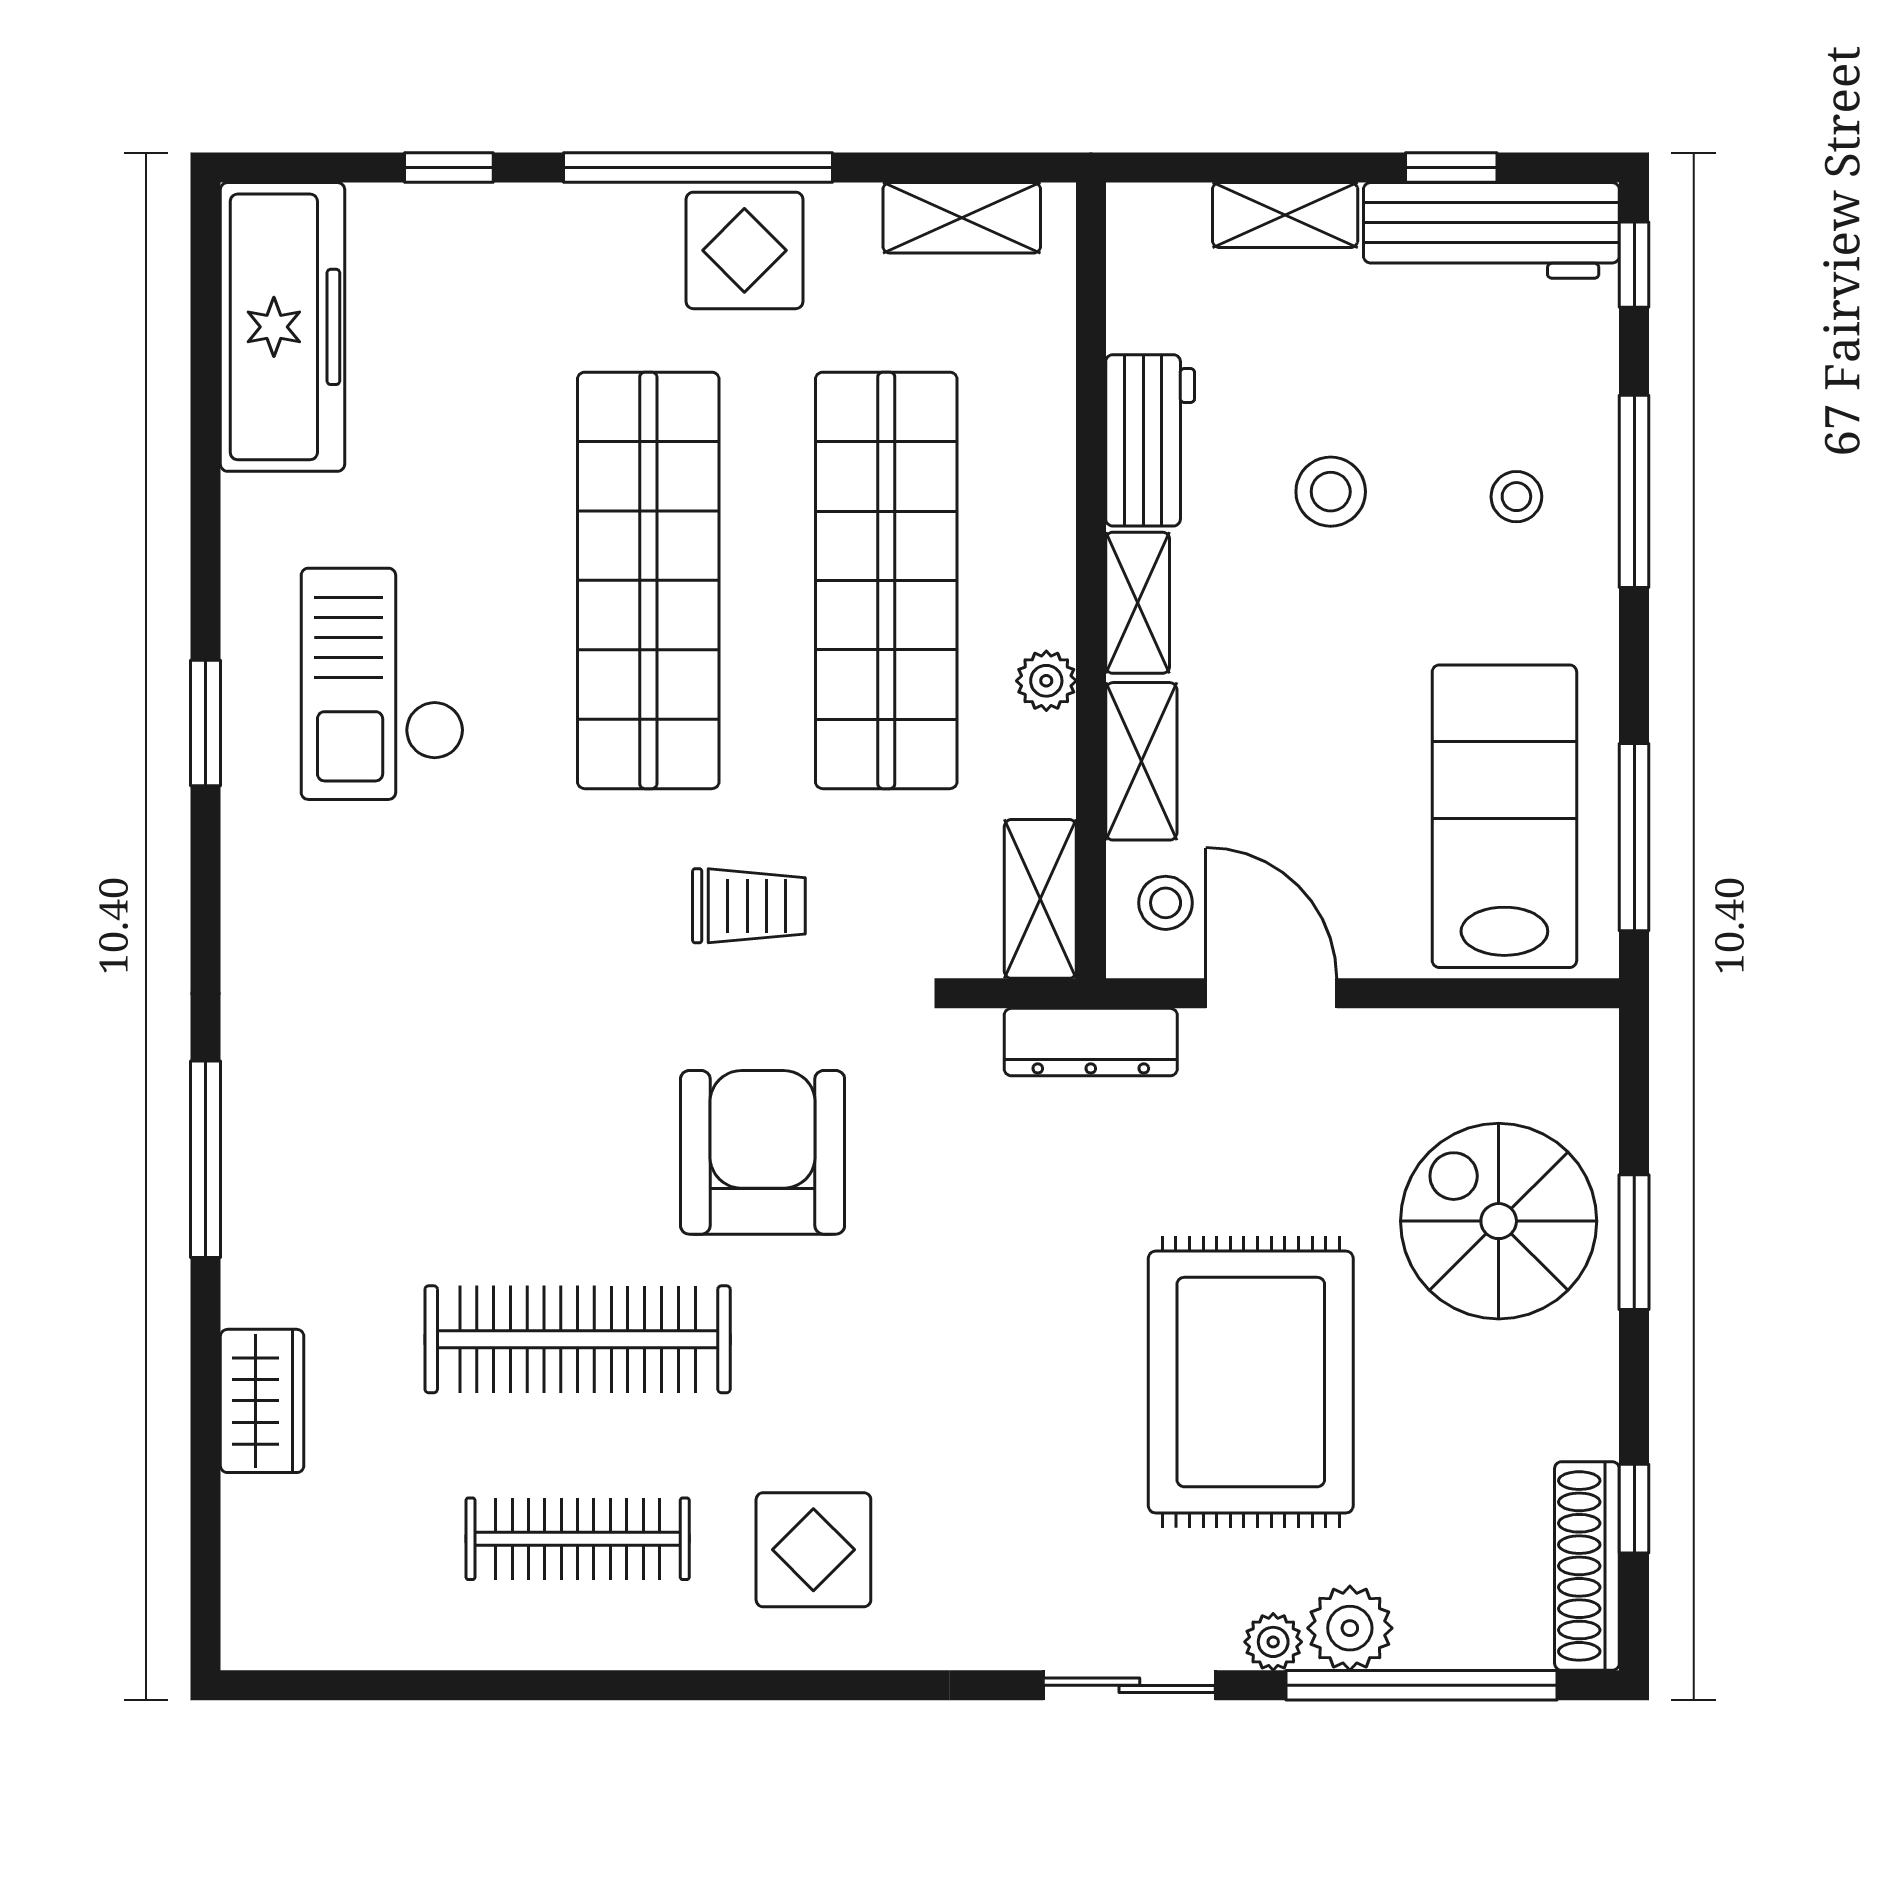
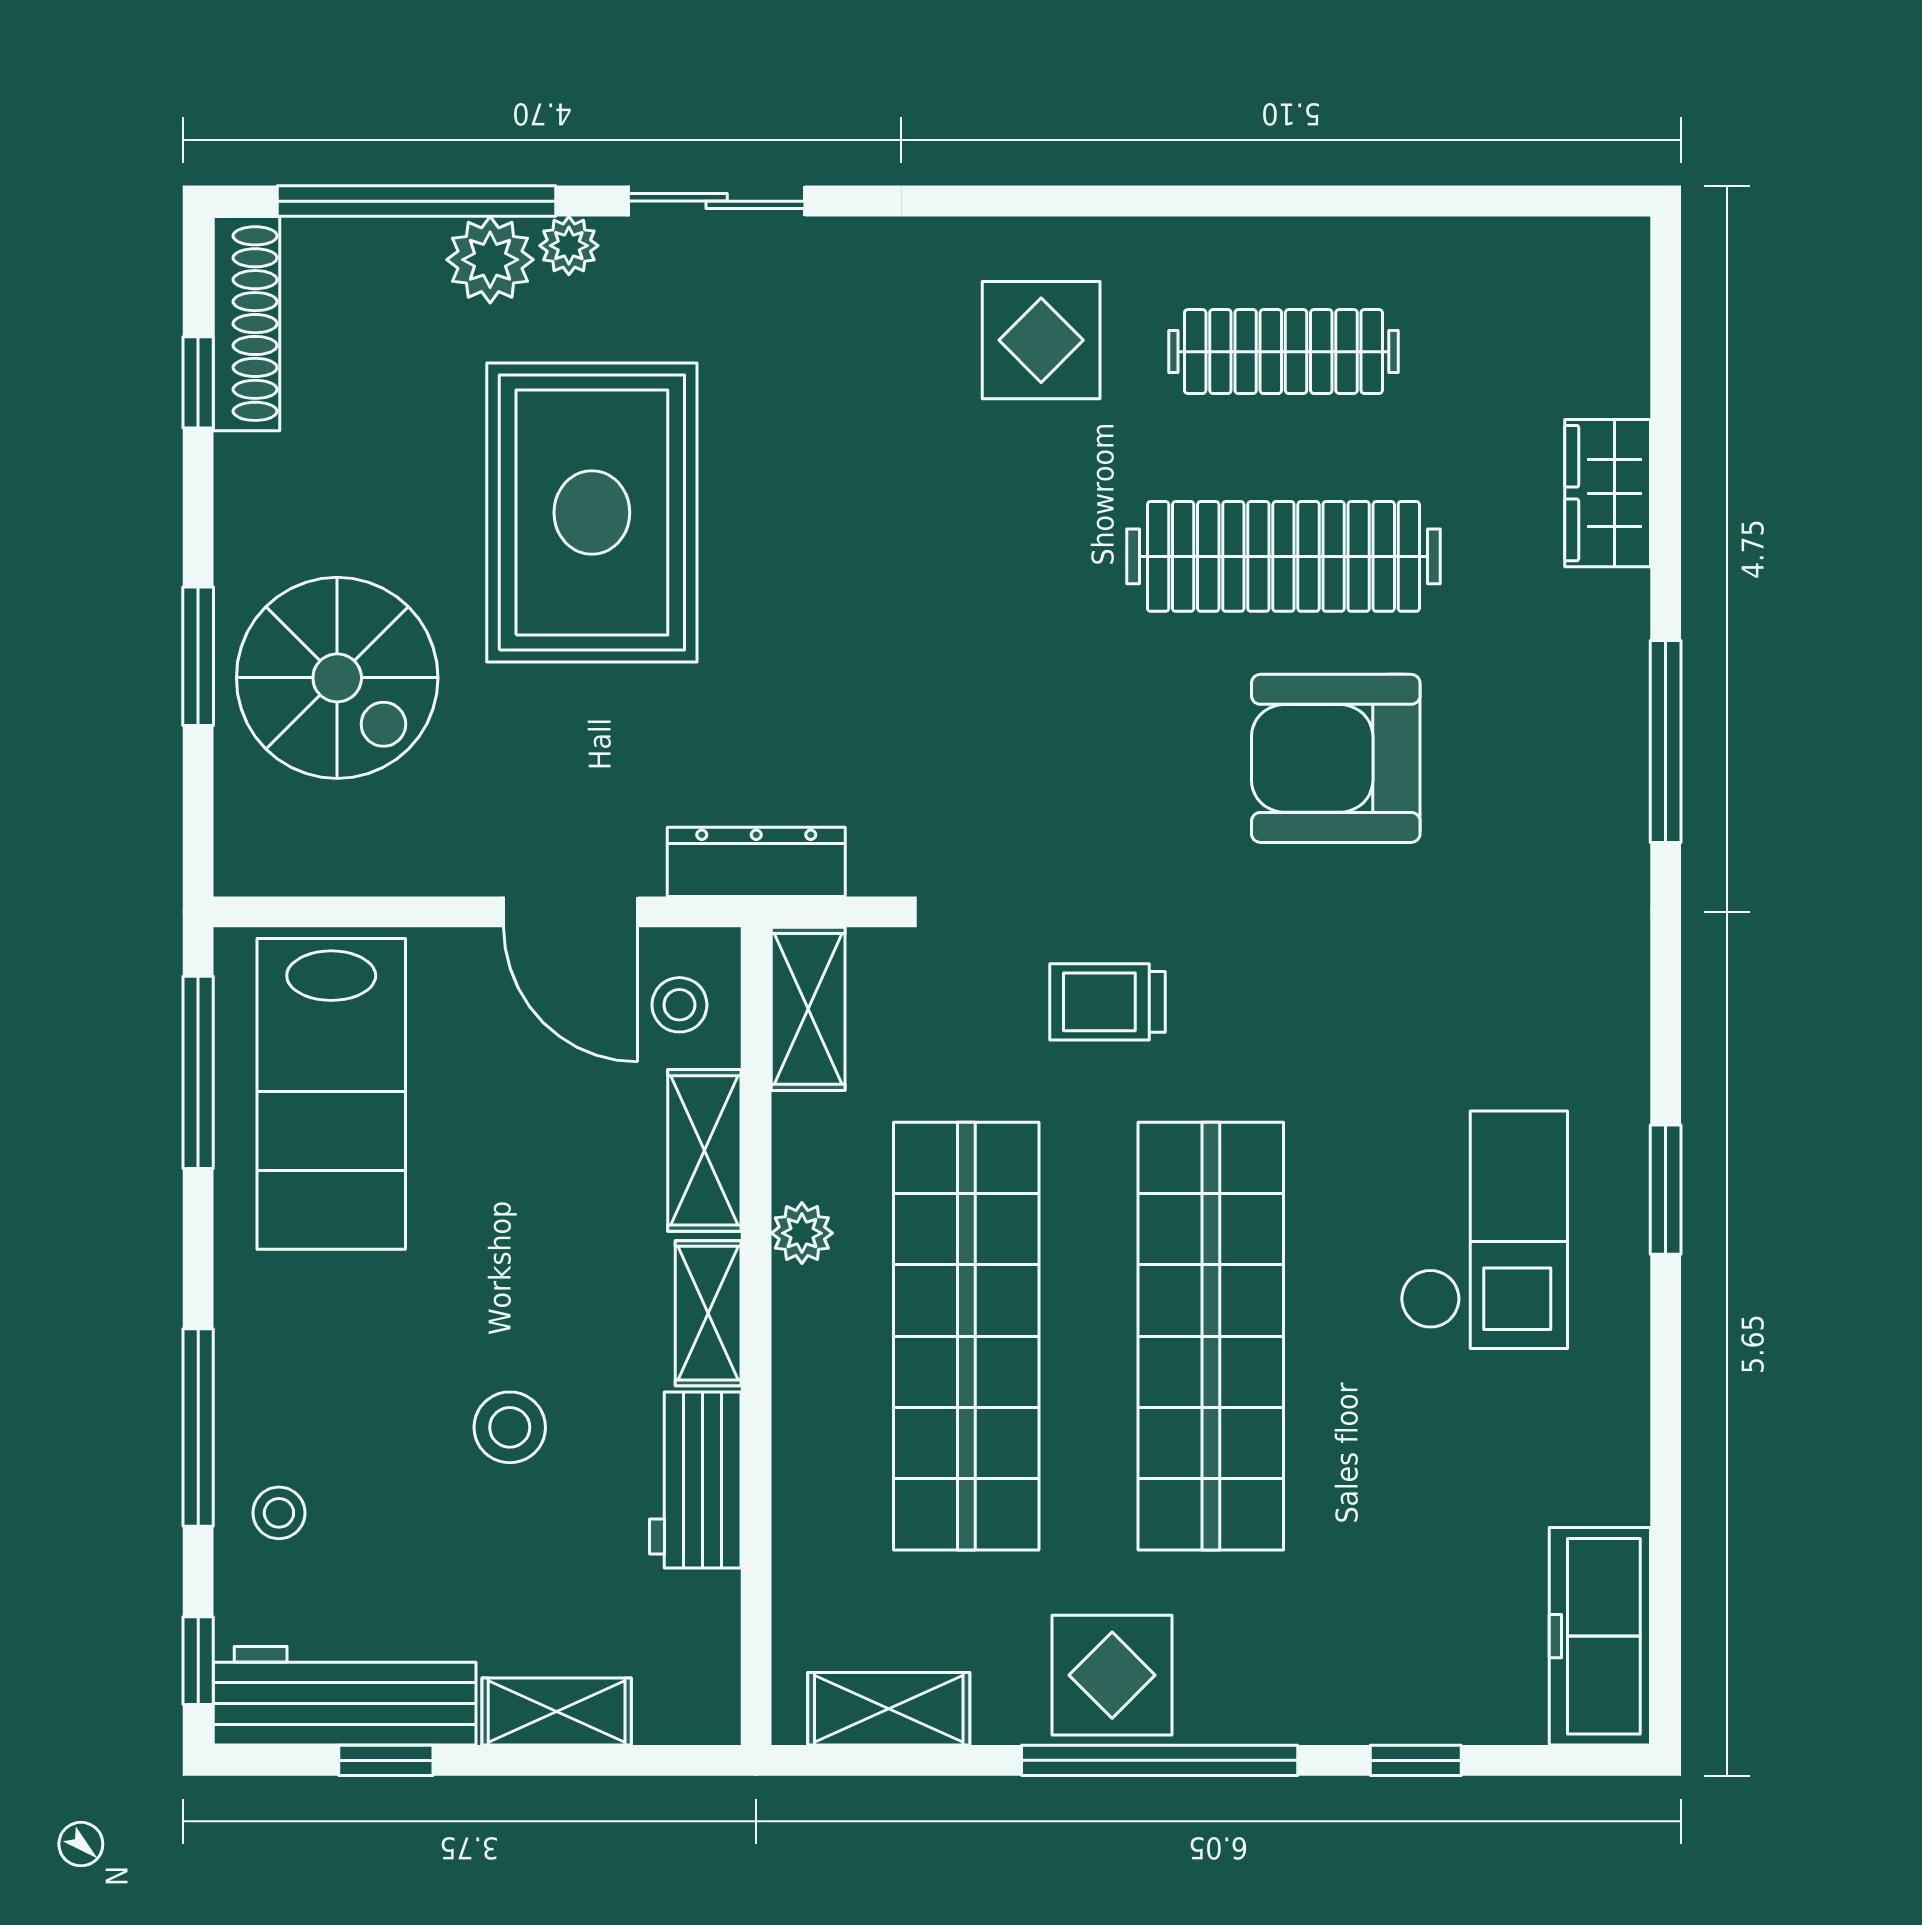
freezer: (283, 327) -> (1600, 1636), width x0.73, depth x0.79
stool: (1516, 497) -> (279, 1513), moved
armchair: (763, 1152) -> (1336, 758), moved, turned 90

